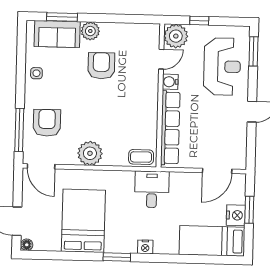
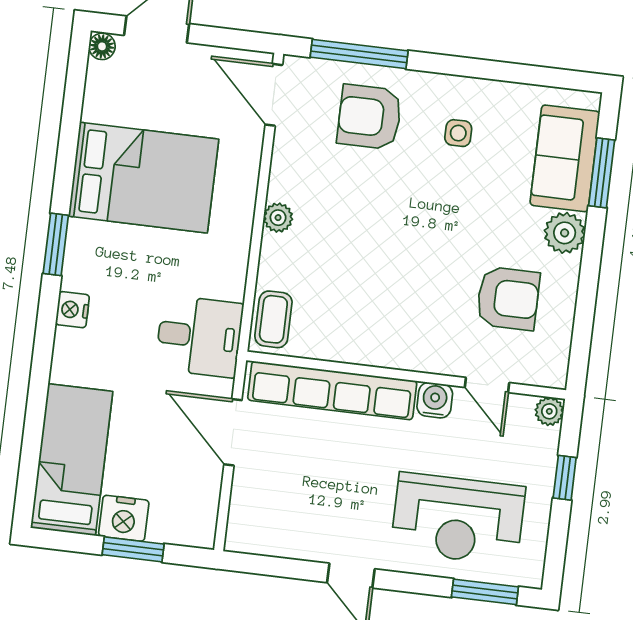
plant: (176, 36) -> (549, 411), width x0.53, depth x0.53
armchair: (101, 66) -> (508, 298), moved
side table: (36, 73) -> (458, 133), moved
armchair: (47, 123) -> (370, 117), turned 180
plant: (90, 153) -> (278, 218), width x0.53, depth x0.53
door: (41, 166) -> (274, 95), hinge flipped
door: (217, 171) -> (233, 432), moved

